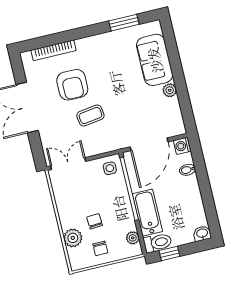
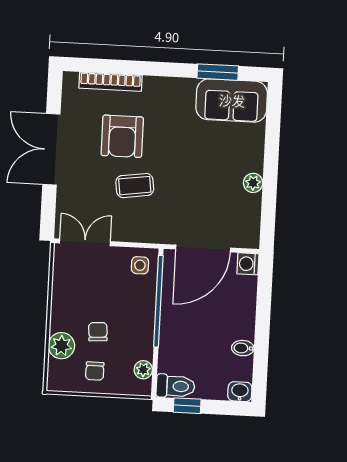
sofa: (155, 60) -> (232, 100), moved, turned -90
bidet: (187, 170) -> (243, 348), moved
bathtub: (147, 213) -> (173, 341), removed

